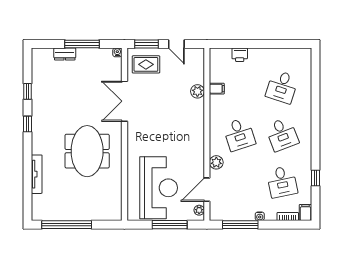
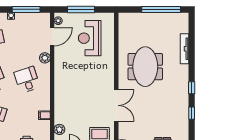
plant: (197, 91) -> (59, 129), moved
reception desk: (159, 188) -> (90, 38), width x0.74, depth x0.77

